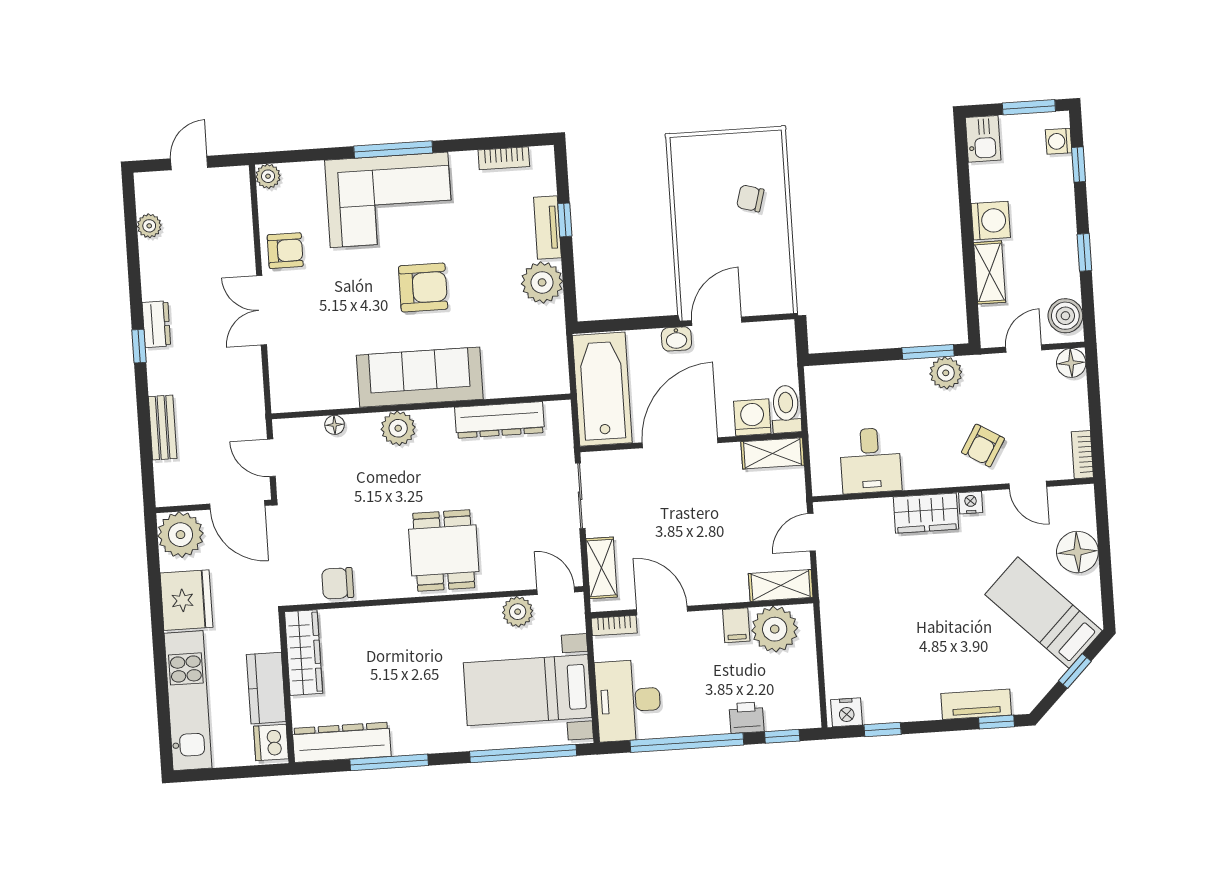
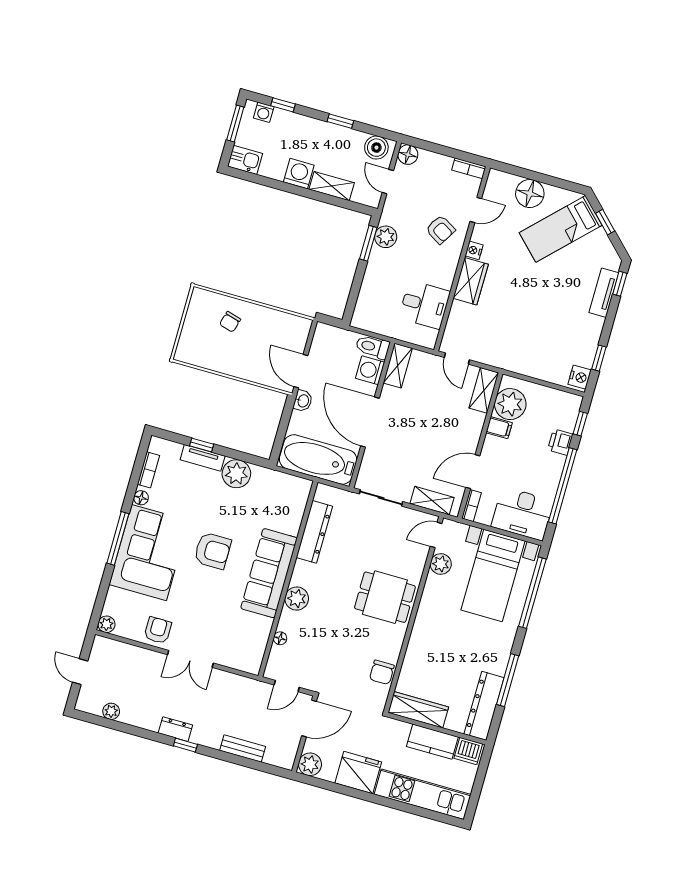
floor lamp: (461, 162) -> (141, 498), added
armchair: (423, 287) -> (213, 551), turned 90
plant: (181, 535) -> (310, 764), width x0.73, depth x0.73

